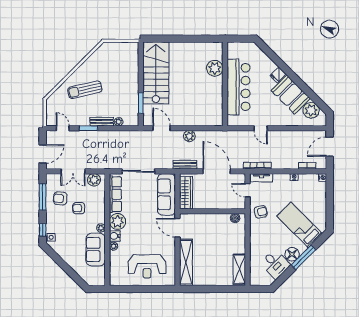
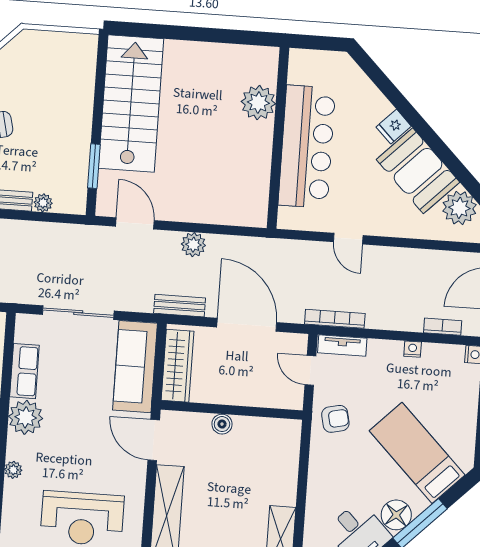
row of seats: (115, 194) -> (24, 371), width x0.68
boiler: (235, 218) -> (222, 424), moved
water cooler: (115, 236) -> (17, 448), removed

